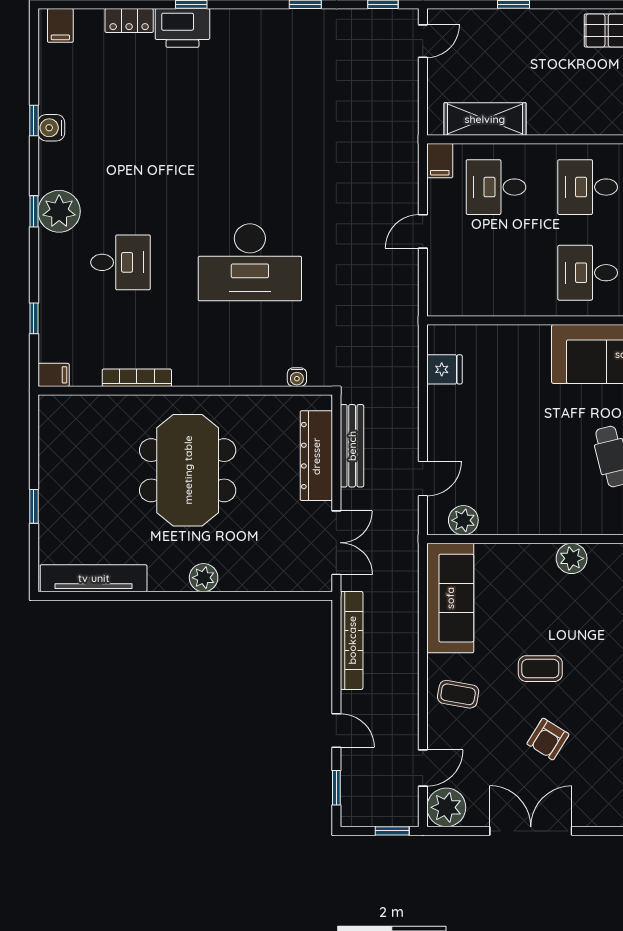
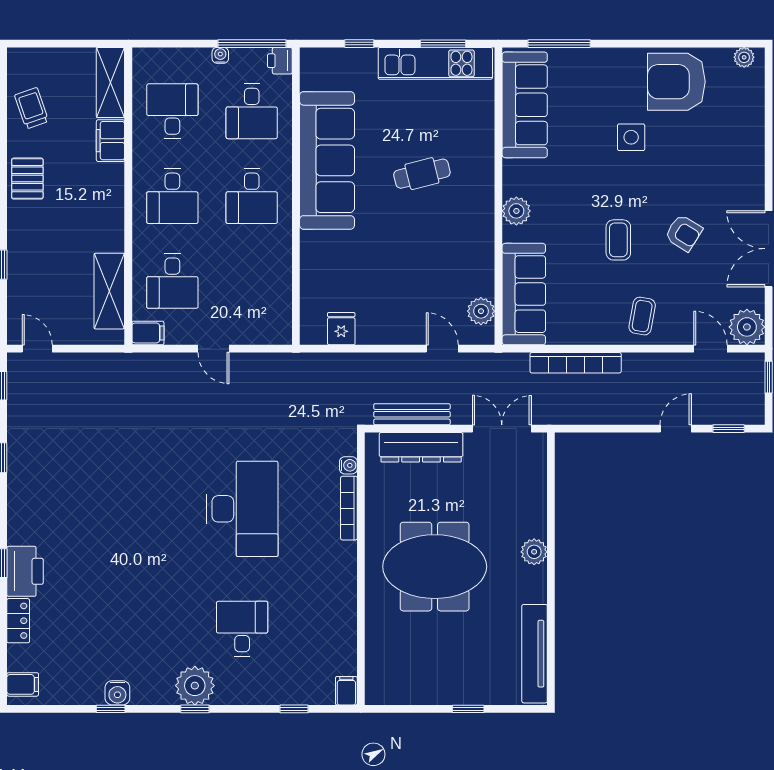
bookcase: (137, 378) -> (349, 508), moved
sofa: (450, 598) -> (524, 294), moved, turned 90
bookcase: (352, 640) -> (576, 363), moved, turned 180

